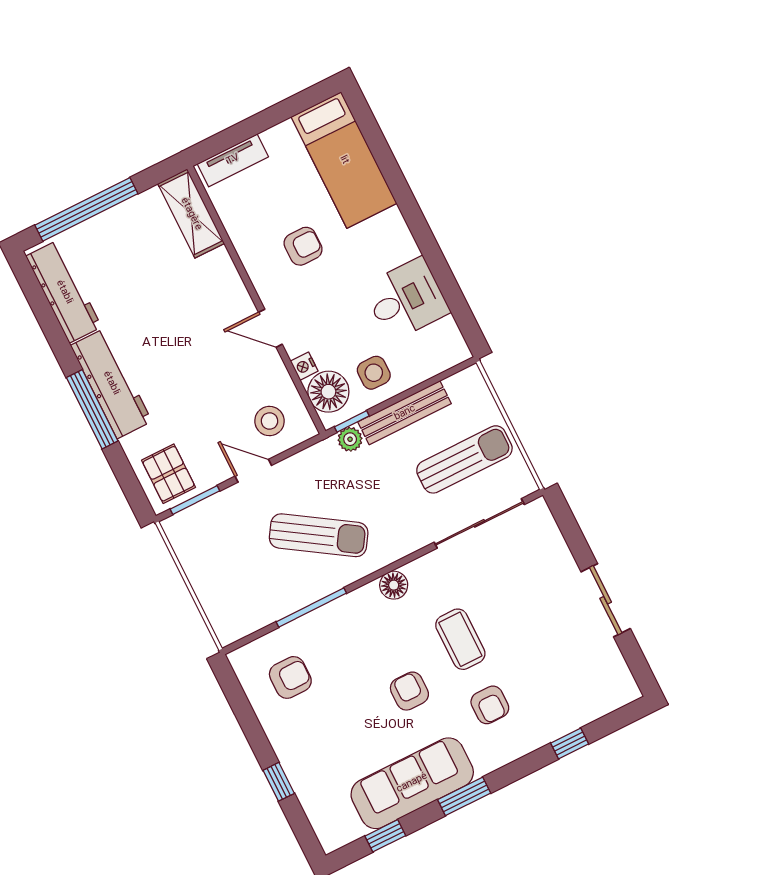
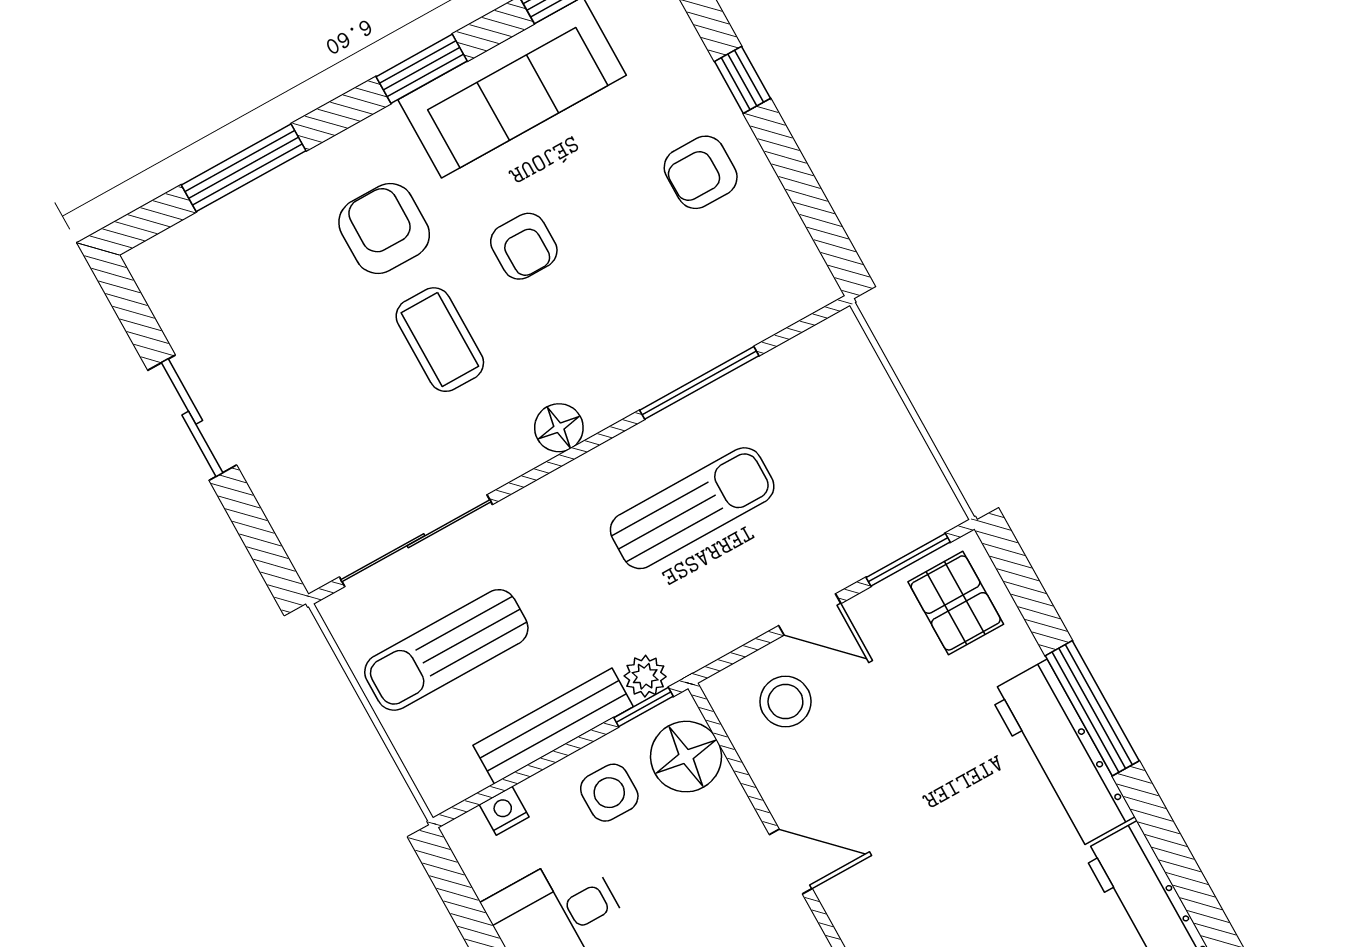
nightstand: (304, 366) -> (504, 811), moved, turned -90
sun lounger: (319, 535) -> (692, 508), turned 147
armchair: (290, 677) -> (701, 172), moved
armchair: (490, 705) -> (384, 228), width x1.38, depth x1.38
window: (570, 744) -> (244, 168), width x2.17

